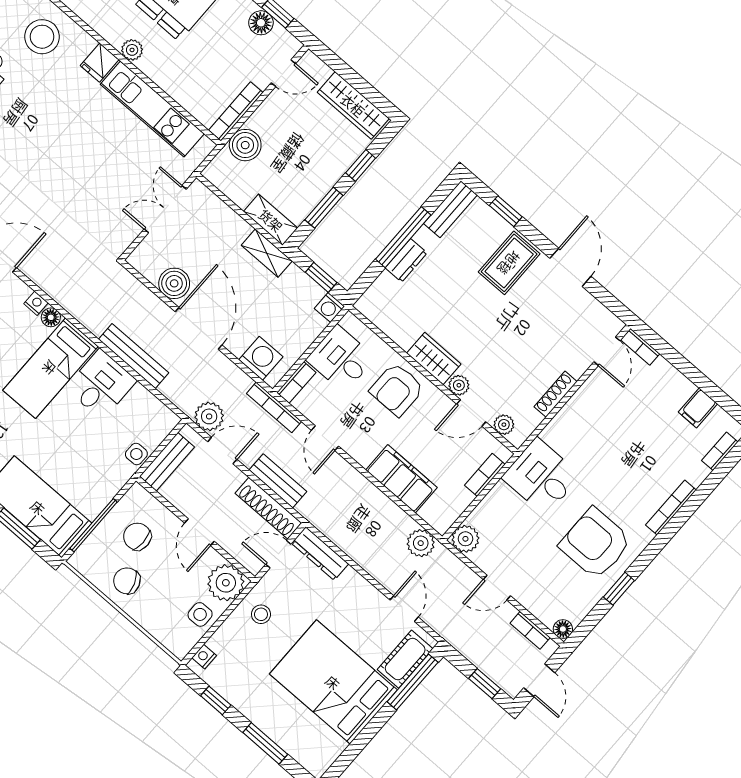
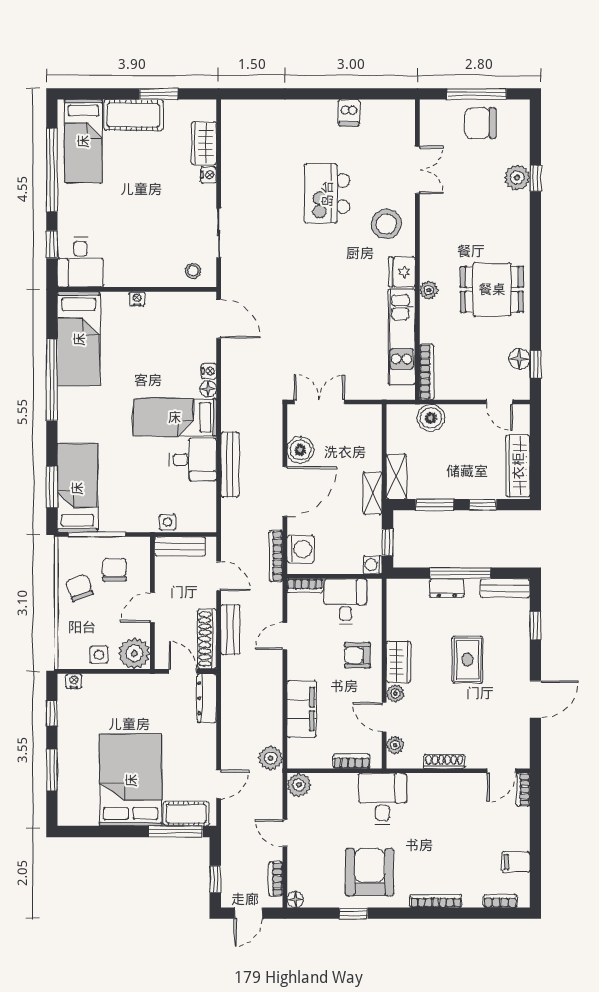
fridge: (100, 63) -> (402, 272), width x1.38
bookcase: (236, 111) -> (427, 372), moved, turned 90
double door: (165, 209) -> (319, 402), moved
rug: (509, 263) -> (467, 660), moved, turned 90
armchair: (397, 389) -> (357, 655), width x0.72, depth x0.72
bookcase: (274, 407) -> (276, 556), moved
plant: (209, 416) -> (233, 548), removed
stool: (261, 614) -> (134, 694), removed

